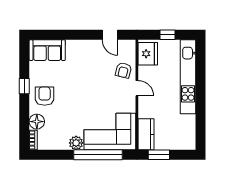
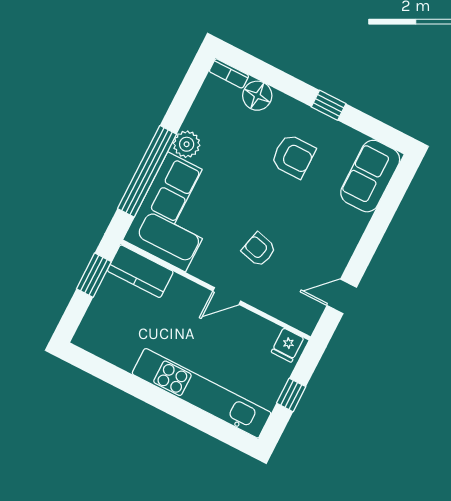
fridge: (148, 54) -> (287, 345), width x0.53, depth x0.75
armchair: (123, 70) -> (259, 250), moved
armchair: (45, 96) -> (293, 156), moved

